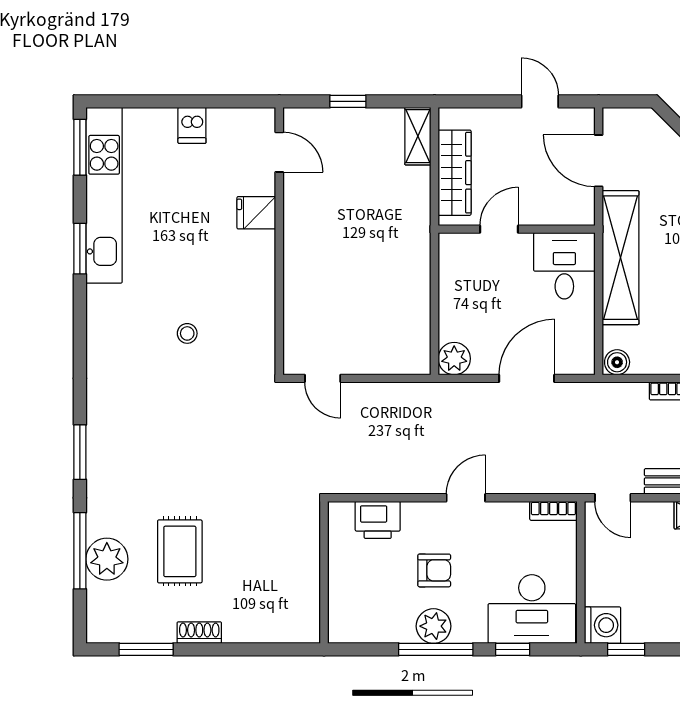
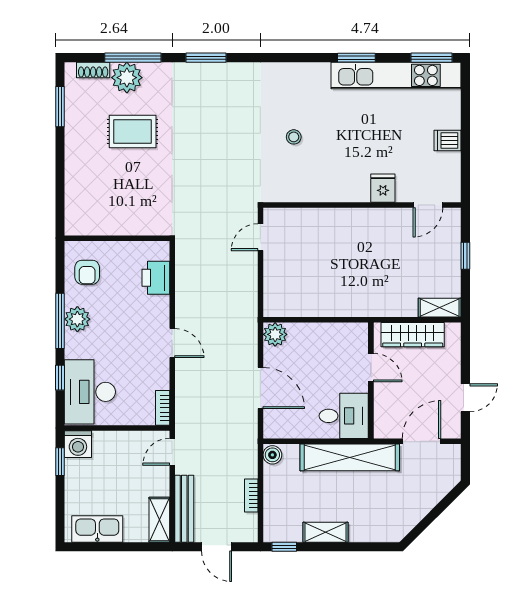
armchair: (434, 570) -> (87, 272), moved
shoe rack: (199, 633) -> (93, 70), moved, turned 90

